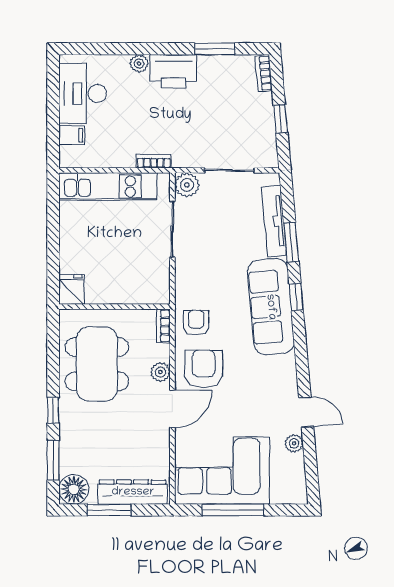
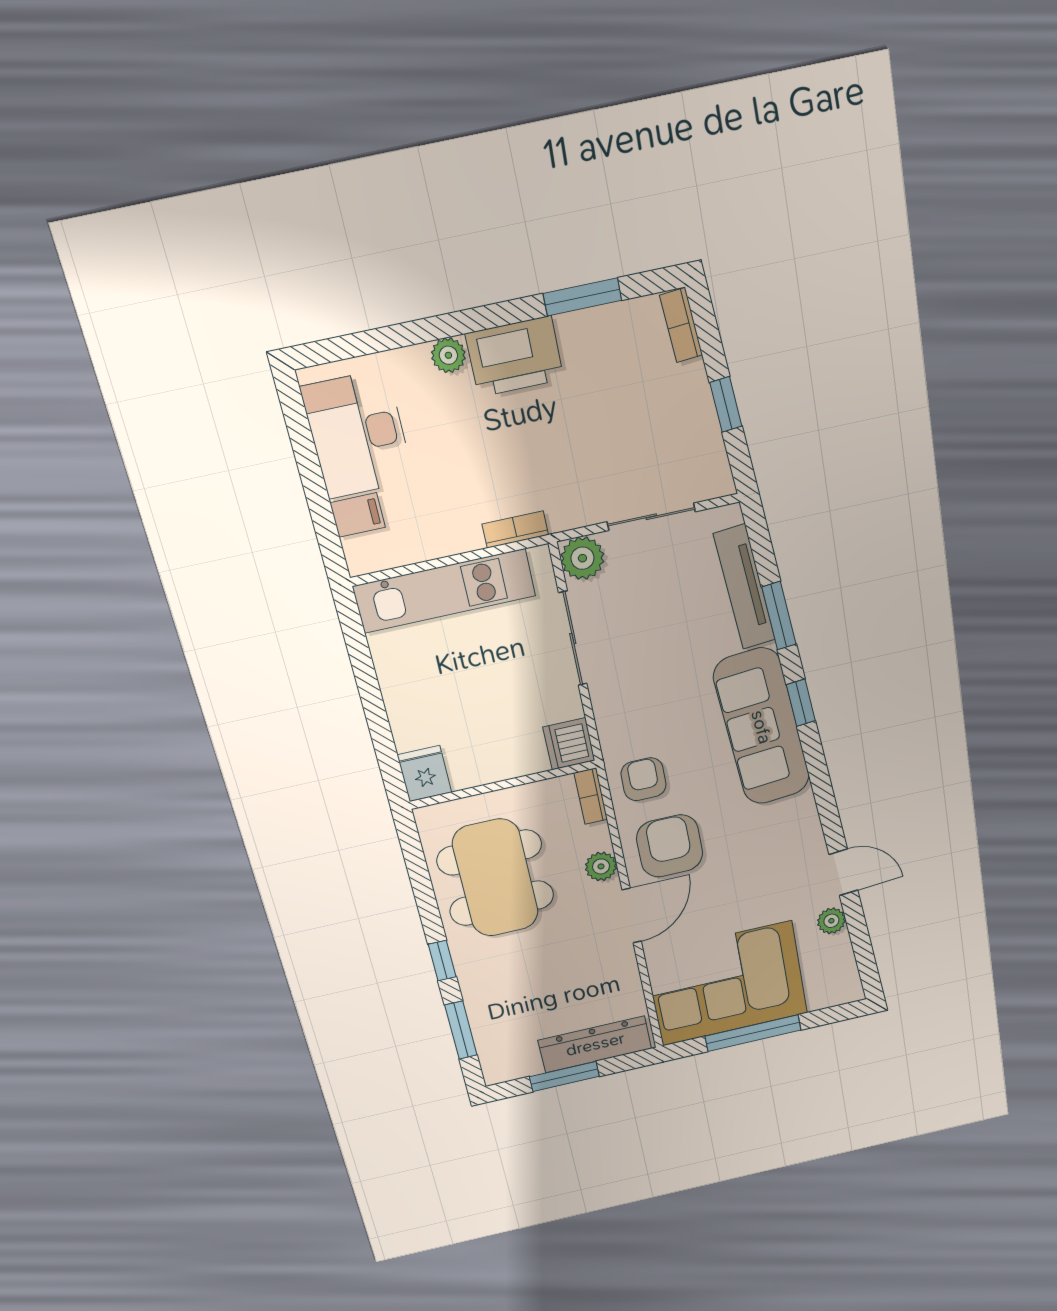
dishwasher: (157, 291) -> (569, 744), added
floor lamp: (74, 489) -> (503, 1062), removed

